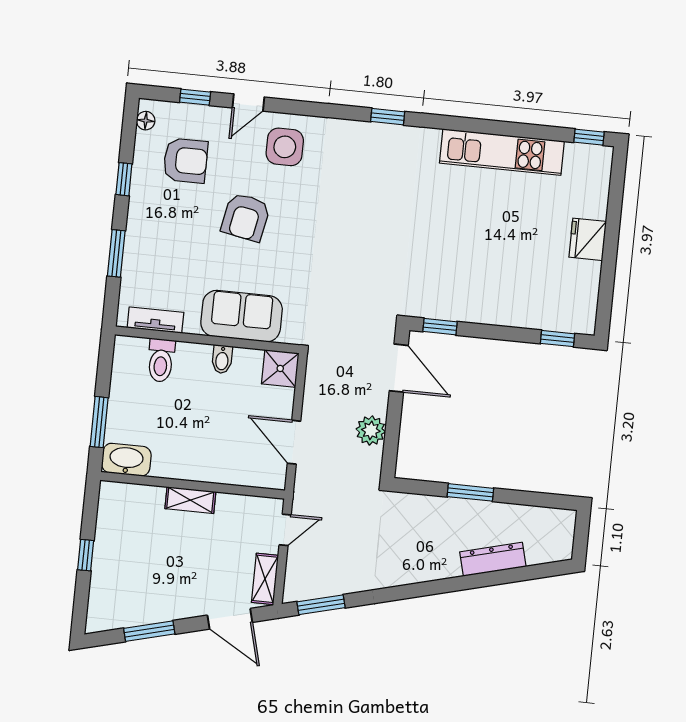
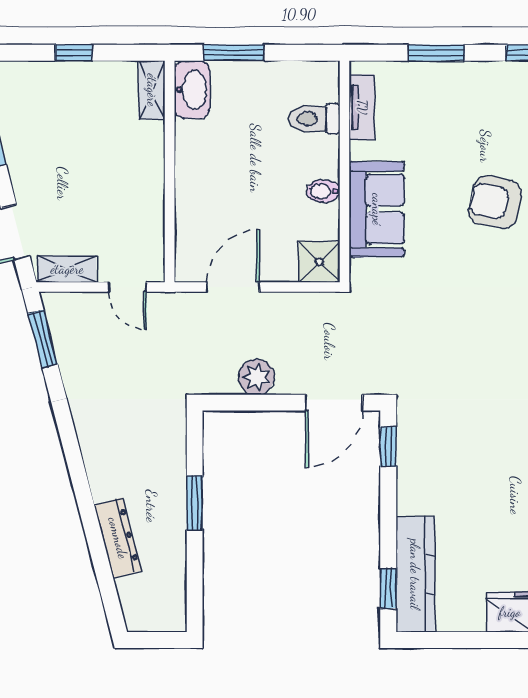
kitchen counter: (548, 315) -> (415, 574), added
shelving: (190, 500) -> (152, 90), moved

